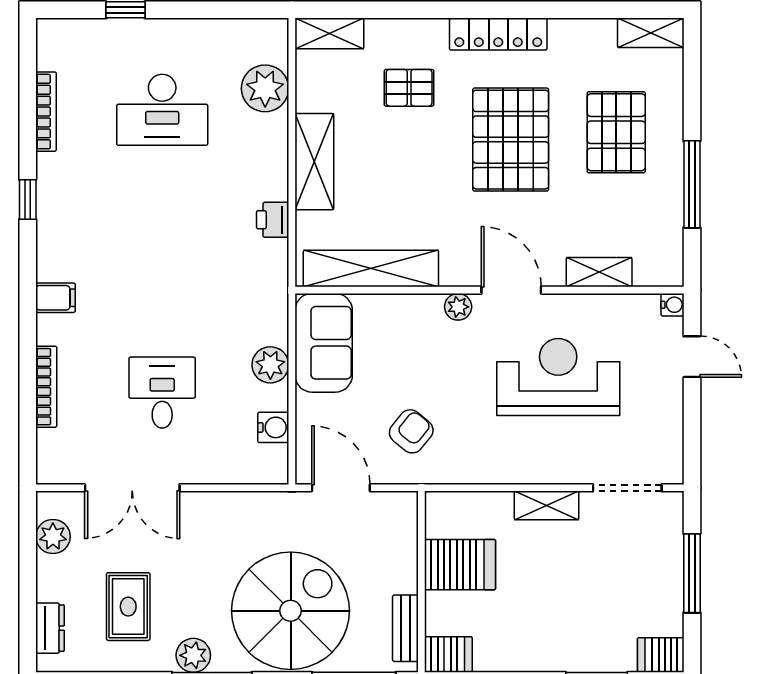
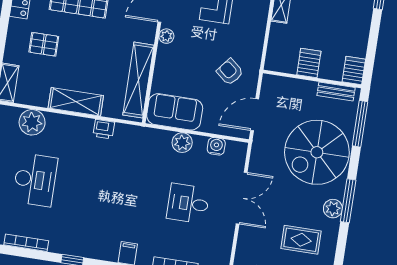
pallet: (409, 88) -> (44, 44), turned 90
double door: (132, 488) -> (242, 198), moved
server rack: (460, 565) -> (309, 63), width x0.73, depth x0.70
spiral stairs: (291, 611) -> (317, 152), turned -90

